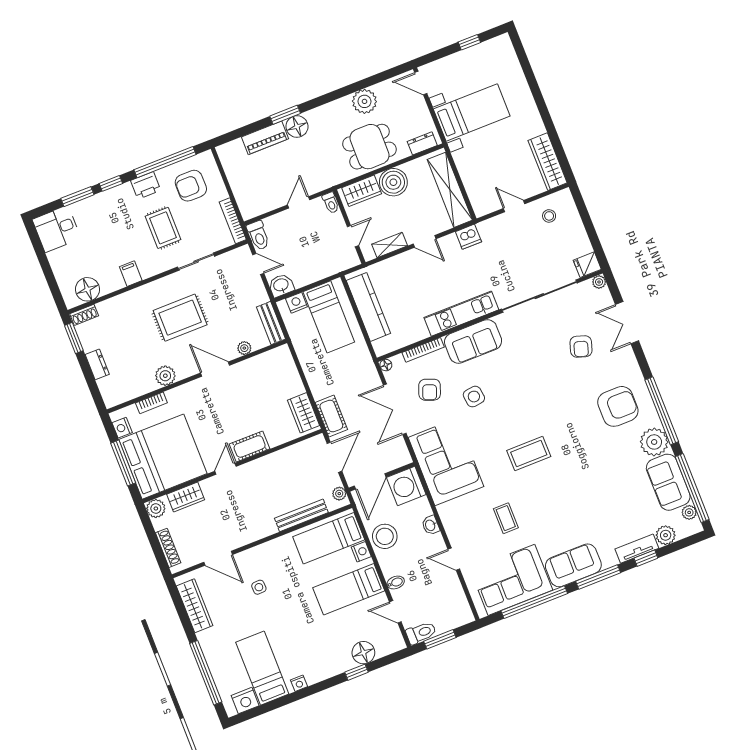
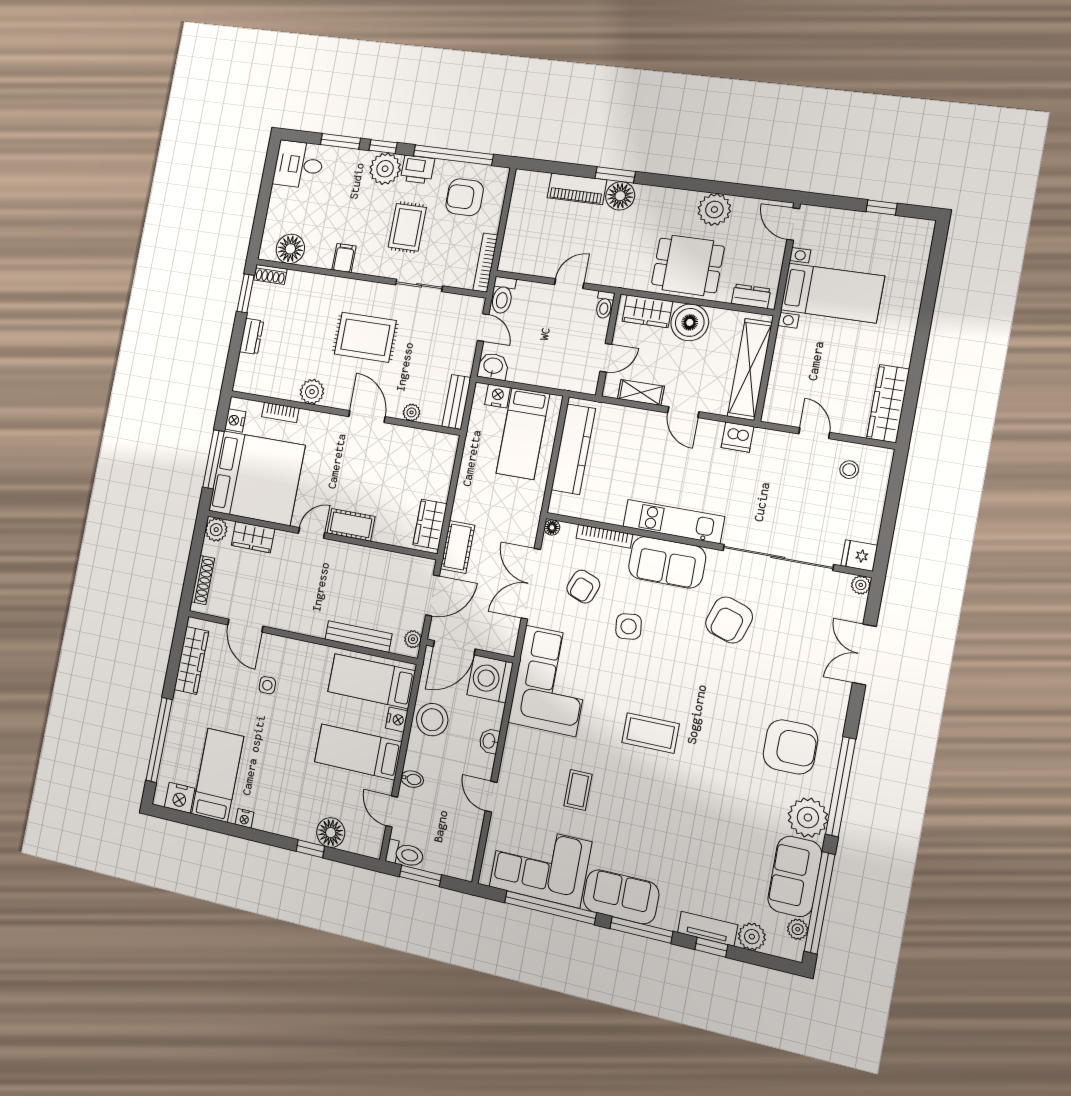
plant: (122, 198) -> (385, 169), added
armchair: (581, 346) -> (729, 620), moved, width x1.38, depth x1.38

